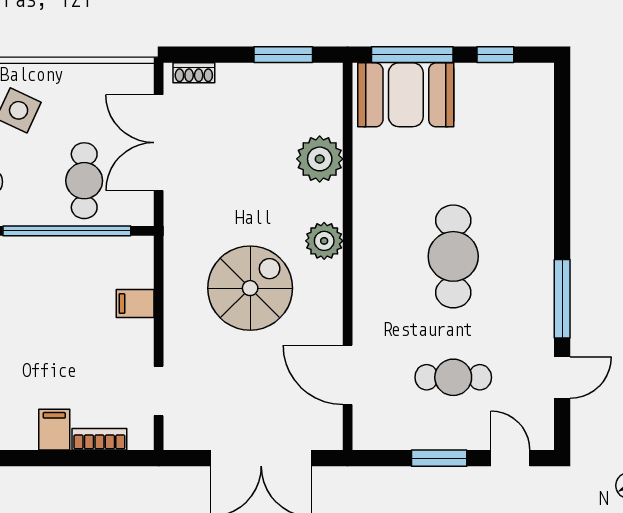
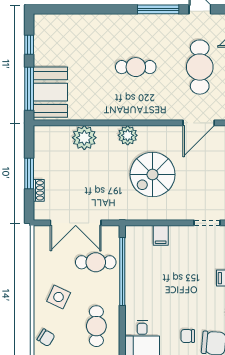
window: (283, 55) -> (29, 173), moved
shoe rack: (194, 73) -> (39, 190), moved
cafe table: (453, 256) -> (136, 67), width x0.73, depth x0.74
spiral stairs: (250, 288) -> (153, 175), turned -90
cafe table: (453, 377) -> (200, 67), width x1.37, depth x1.35

